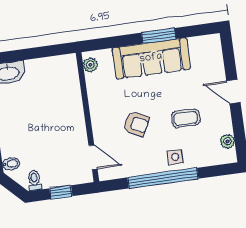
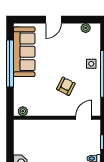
window: (159, 36) -> (10, 64), width x2.11
sofa: (151, 58) -> (24, 52), moved
coffee table: (186, 118) -> (67, 53), removed

